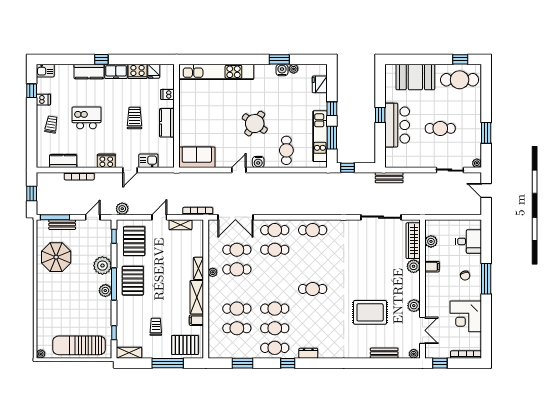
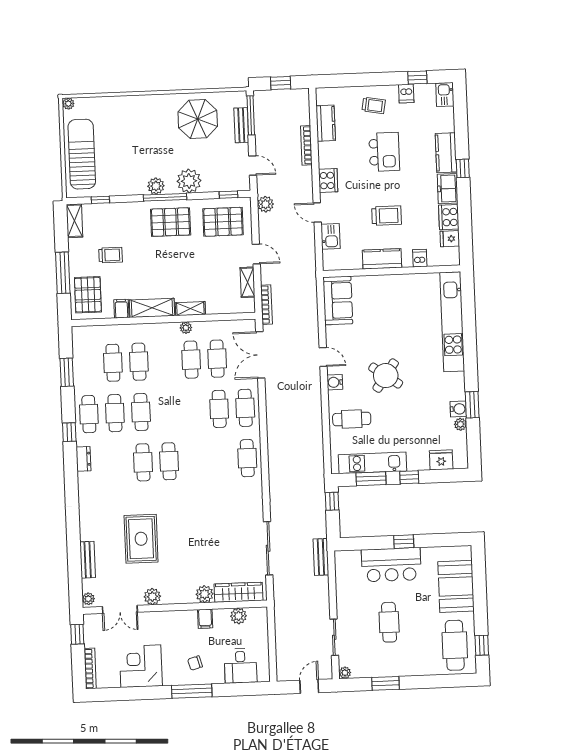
cafe table: (313, 309) -> (143, 462), added

